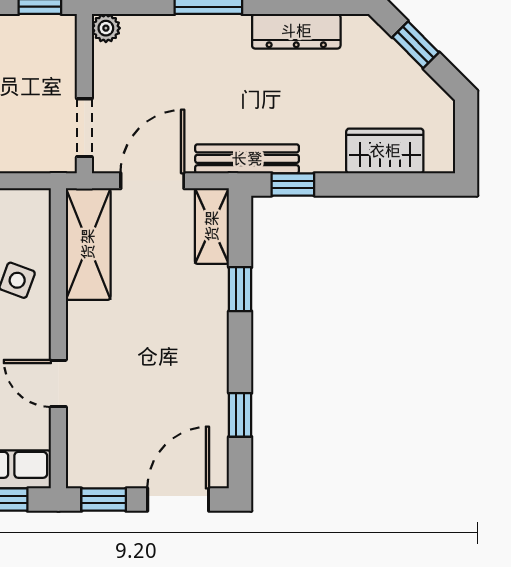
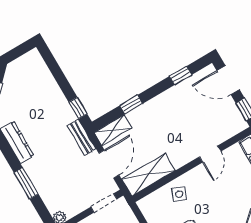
wardrobe: (385, 151) -> (43, 80), removed
bench: (247, 159) -> (82, 137), width x0.73
door: (152, 181) -> (109, 164), swing flipped

